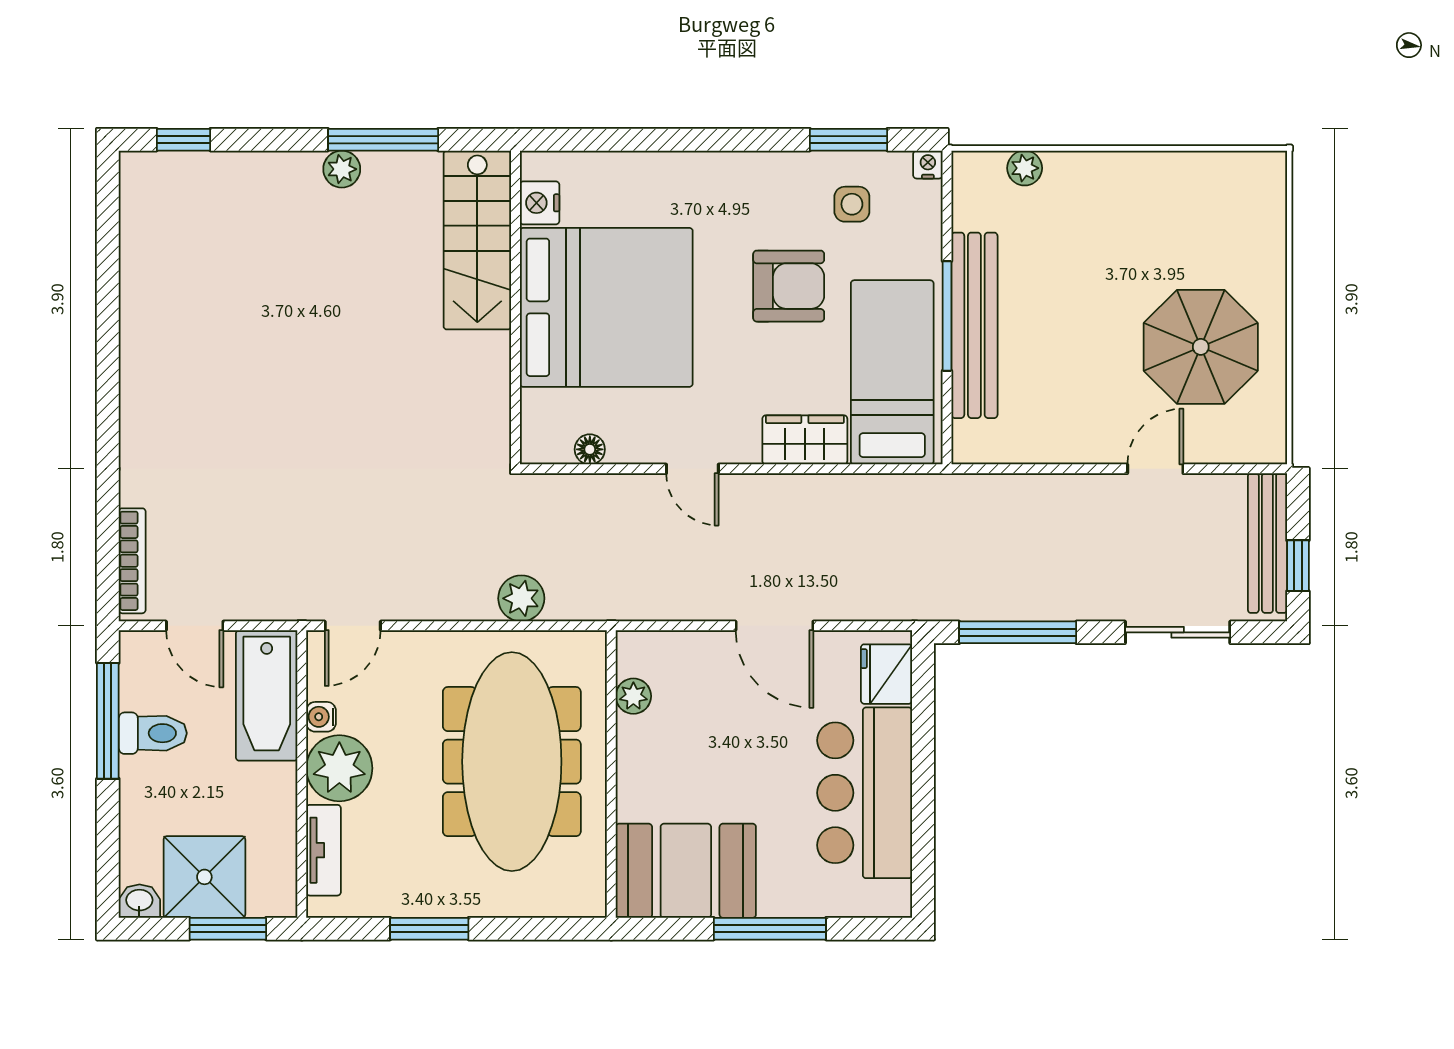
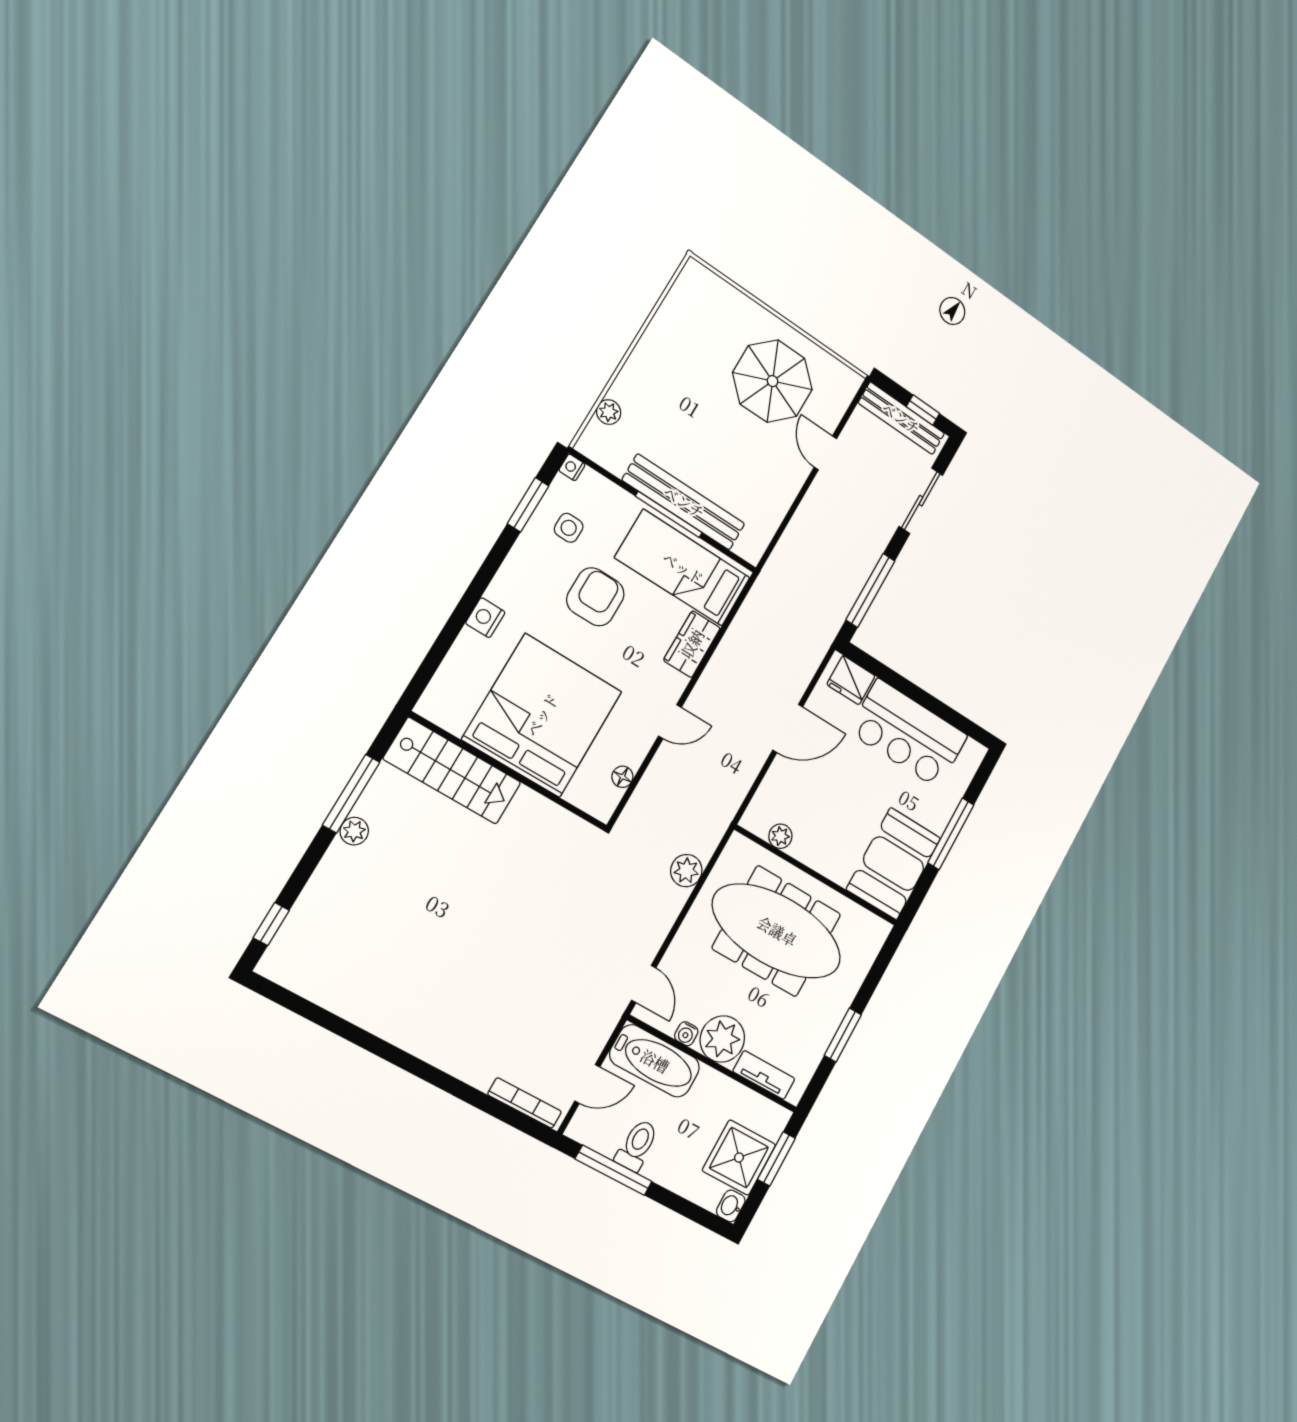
nightstand: (540, 203) -> (485, 618), moved, turned 90

